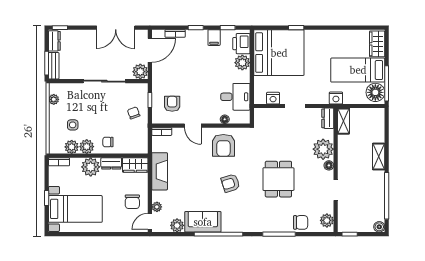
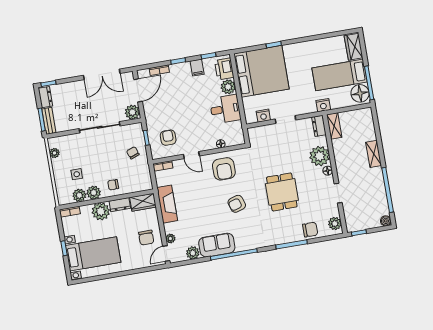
desk: (235, 97) -> (225, 109), moved

